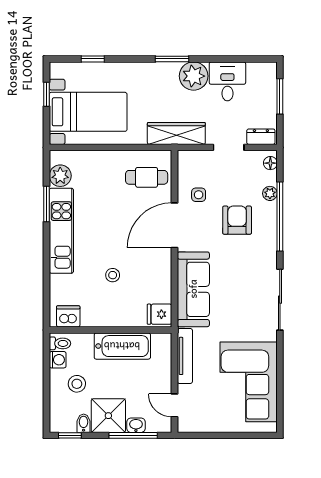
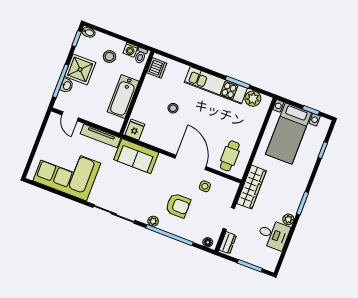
plant: (194, 76) -> (288, 219), width x0.53, depth x0.53
plant: (270, 193) -> (153, 221), moved
sofa: (193, 289) -> (136, 156), width x0.73
door: (175, 405) -> (70, 116), swing flipped
bidet: (84, 423) -> (88, 32), moved

